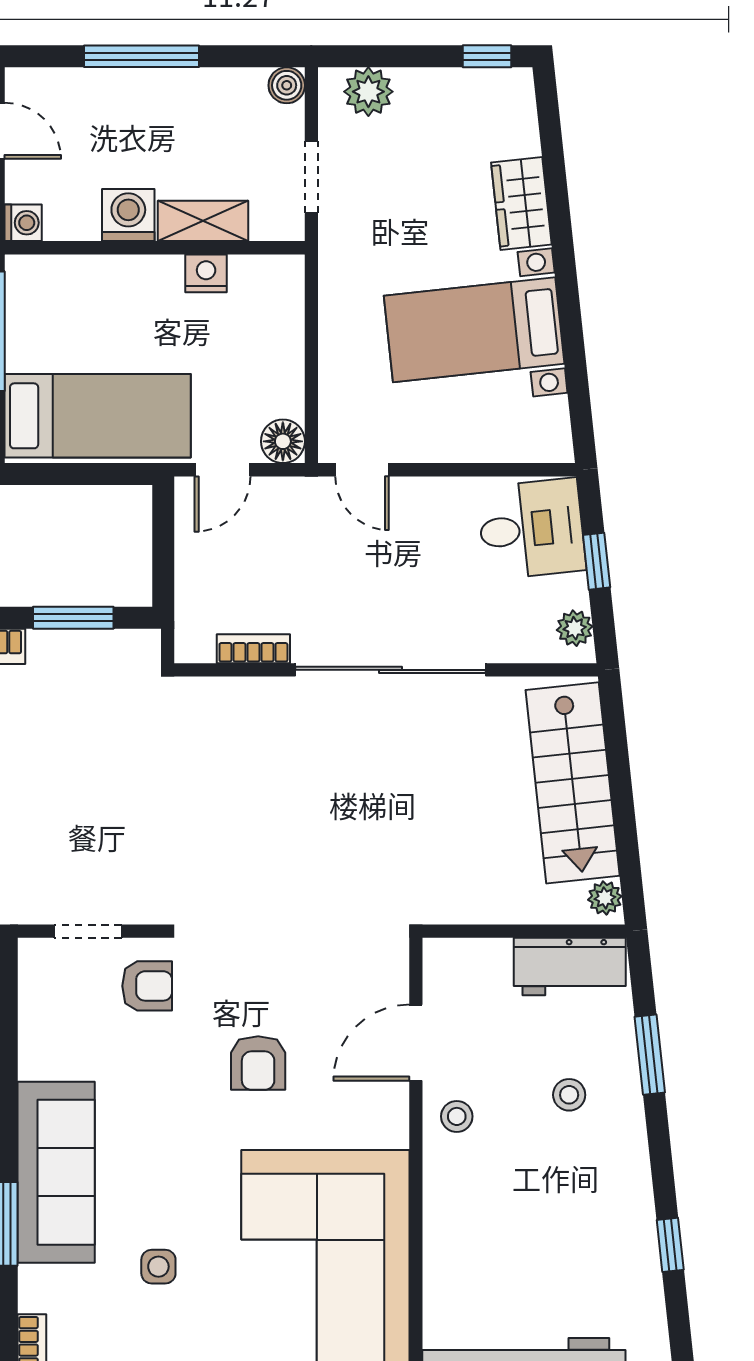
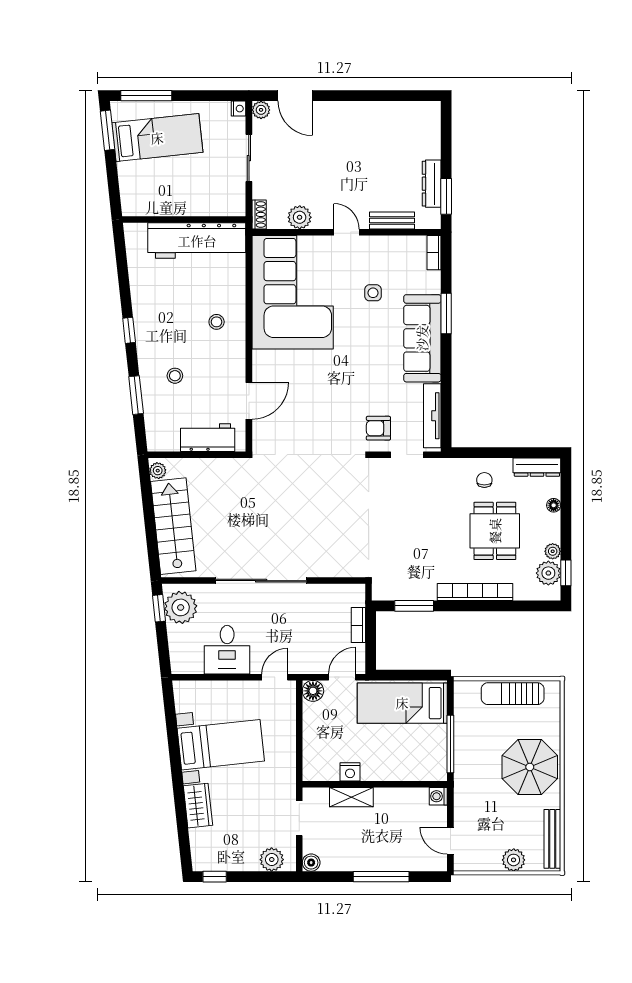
washing machine: (128, 215) -> (388, 800), removed
door: (362, 470) -> (275, 677), hinge flipped
desk: (531, 529) -> (227, 650), moved, turned -84
window: (597, 561) -> (159, 608), moved
plant: (575, 628) -> (181, 607), width x1.87, depth x1.87
bookcase: (253, 649) -> (358, 625), moved, turned 90
workbench: (570, 966) -> (208, 438), moved
tv unit: (36, 1012) -> (432, 416), added
armchair: (258, 1063) -> (325, 391), removed
stool: (457, 1116) -> (217, 322), moved
window: (670, 1245) -> (129, 330), moved

